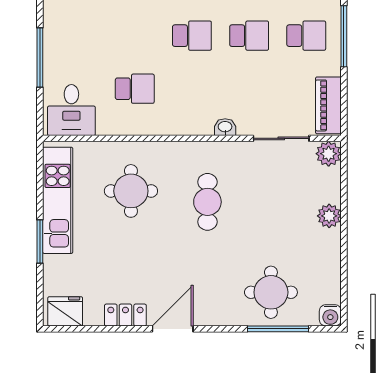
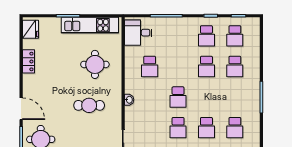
washbasin: (225, 127) -> (129, 100), moved
door: (173, 329) -> (21, 109), moved

